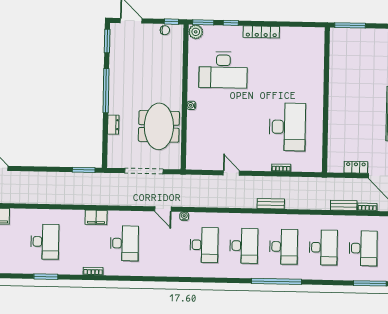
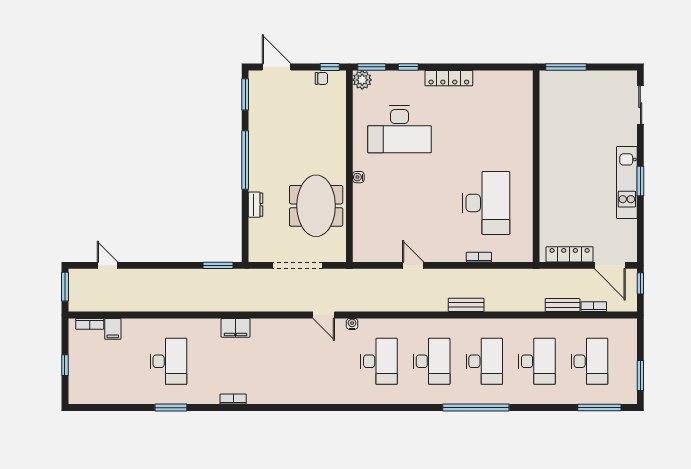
locker: (356, 167) -> (570, 254), width x1.53
desk: (124, 243) -> (274, 361), removed

